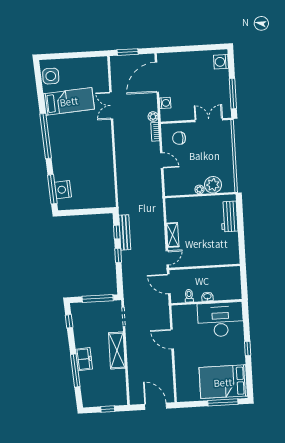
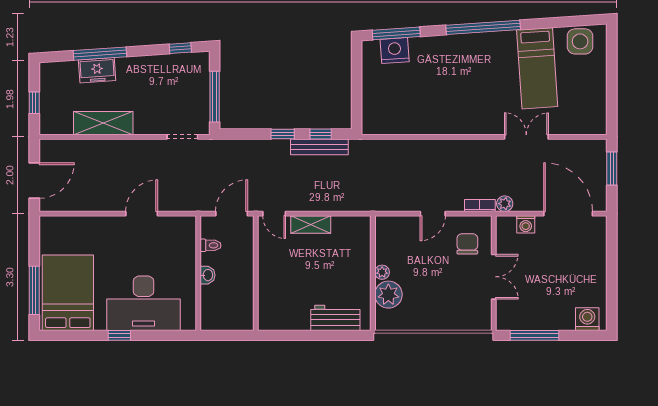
double door: (209, 120) -> (494, 277), moved
desk: (220, 320) -> (143, 303), moved, turned 90
shelving: (117, 350) -> (103, 123), moved
freezer: (84, 359) -> (97, 70), moved

